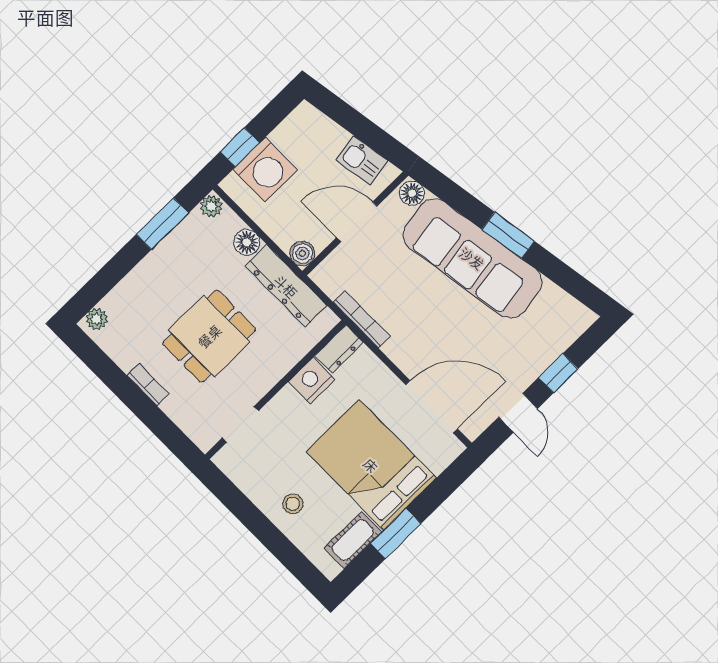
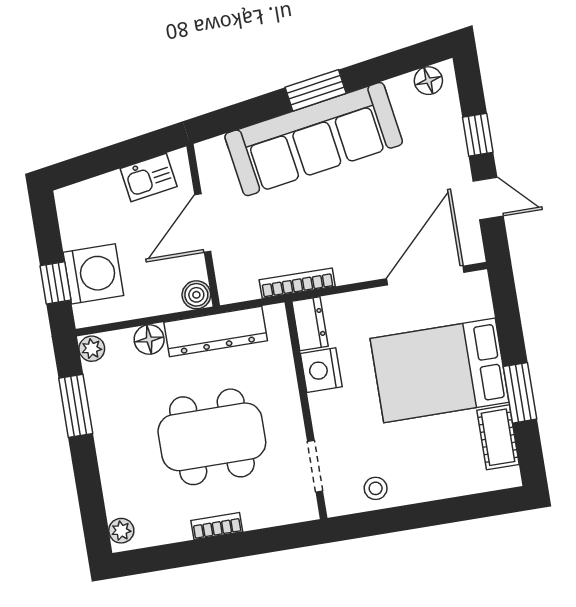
floor lamp: (412, 193) -> (428, 81), moved
dining table: (209, 336) -> (212, 437), width x1.38
stool: (293, 504) -> (376, 488), moved

